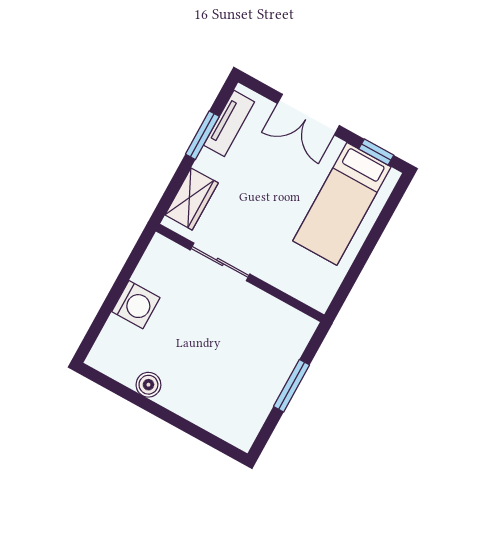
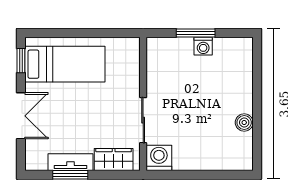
tv unit: (229, 123) -> (70, 162), moved
washing machine: (136, 305) -> (159, 158), moved
washing machine: (270, 386) -> (203, 46), added

